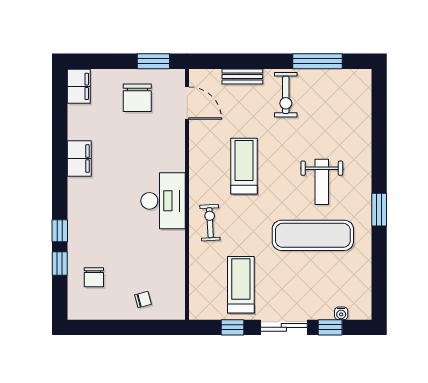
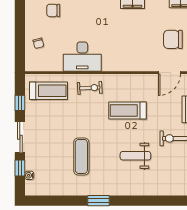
treadmill: (244, 166) -> (127, 111), turned 180
weight bench: (322, 182) -> (135, 156), moved
desk: (163, 201) -> (82, 57), moved
exercise mat: (313, 235) -> (81, 156), width x0.73, depth x0.69
treadmill: (241, 285) -> (49, 91), moved

